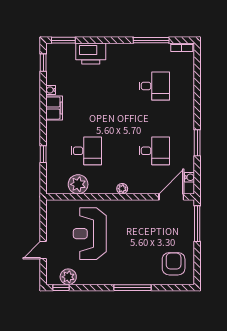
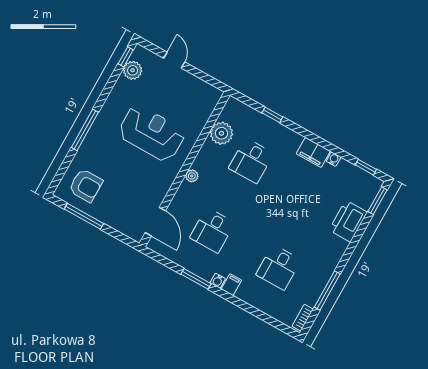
filing cabinet: (187, 114) -> (231, 285), added
water cooler: (190, 177) -> (218, 281), moved
window: (197, 224) -> (84, 216), moved
reception desk: (90, 234) -> (152, 133), moved

